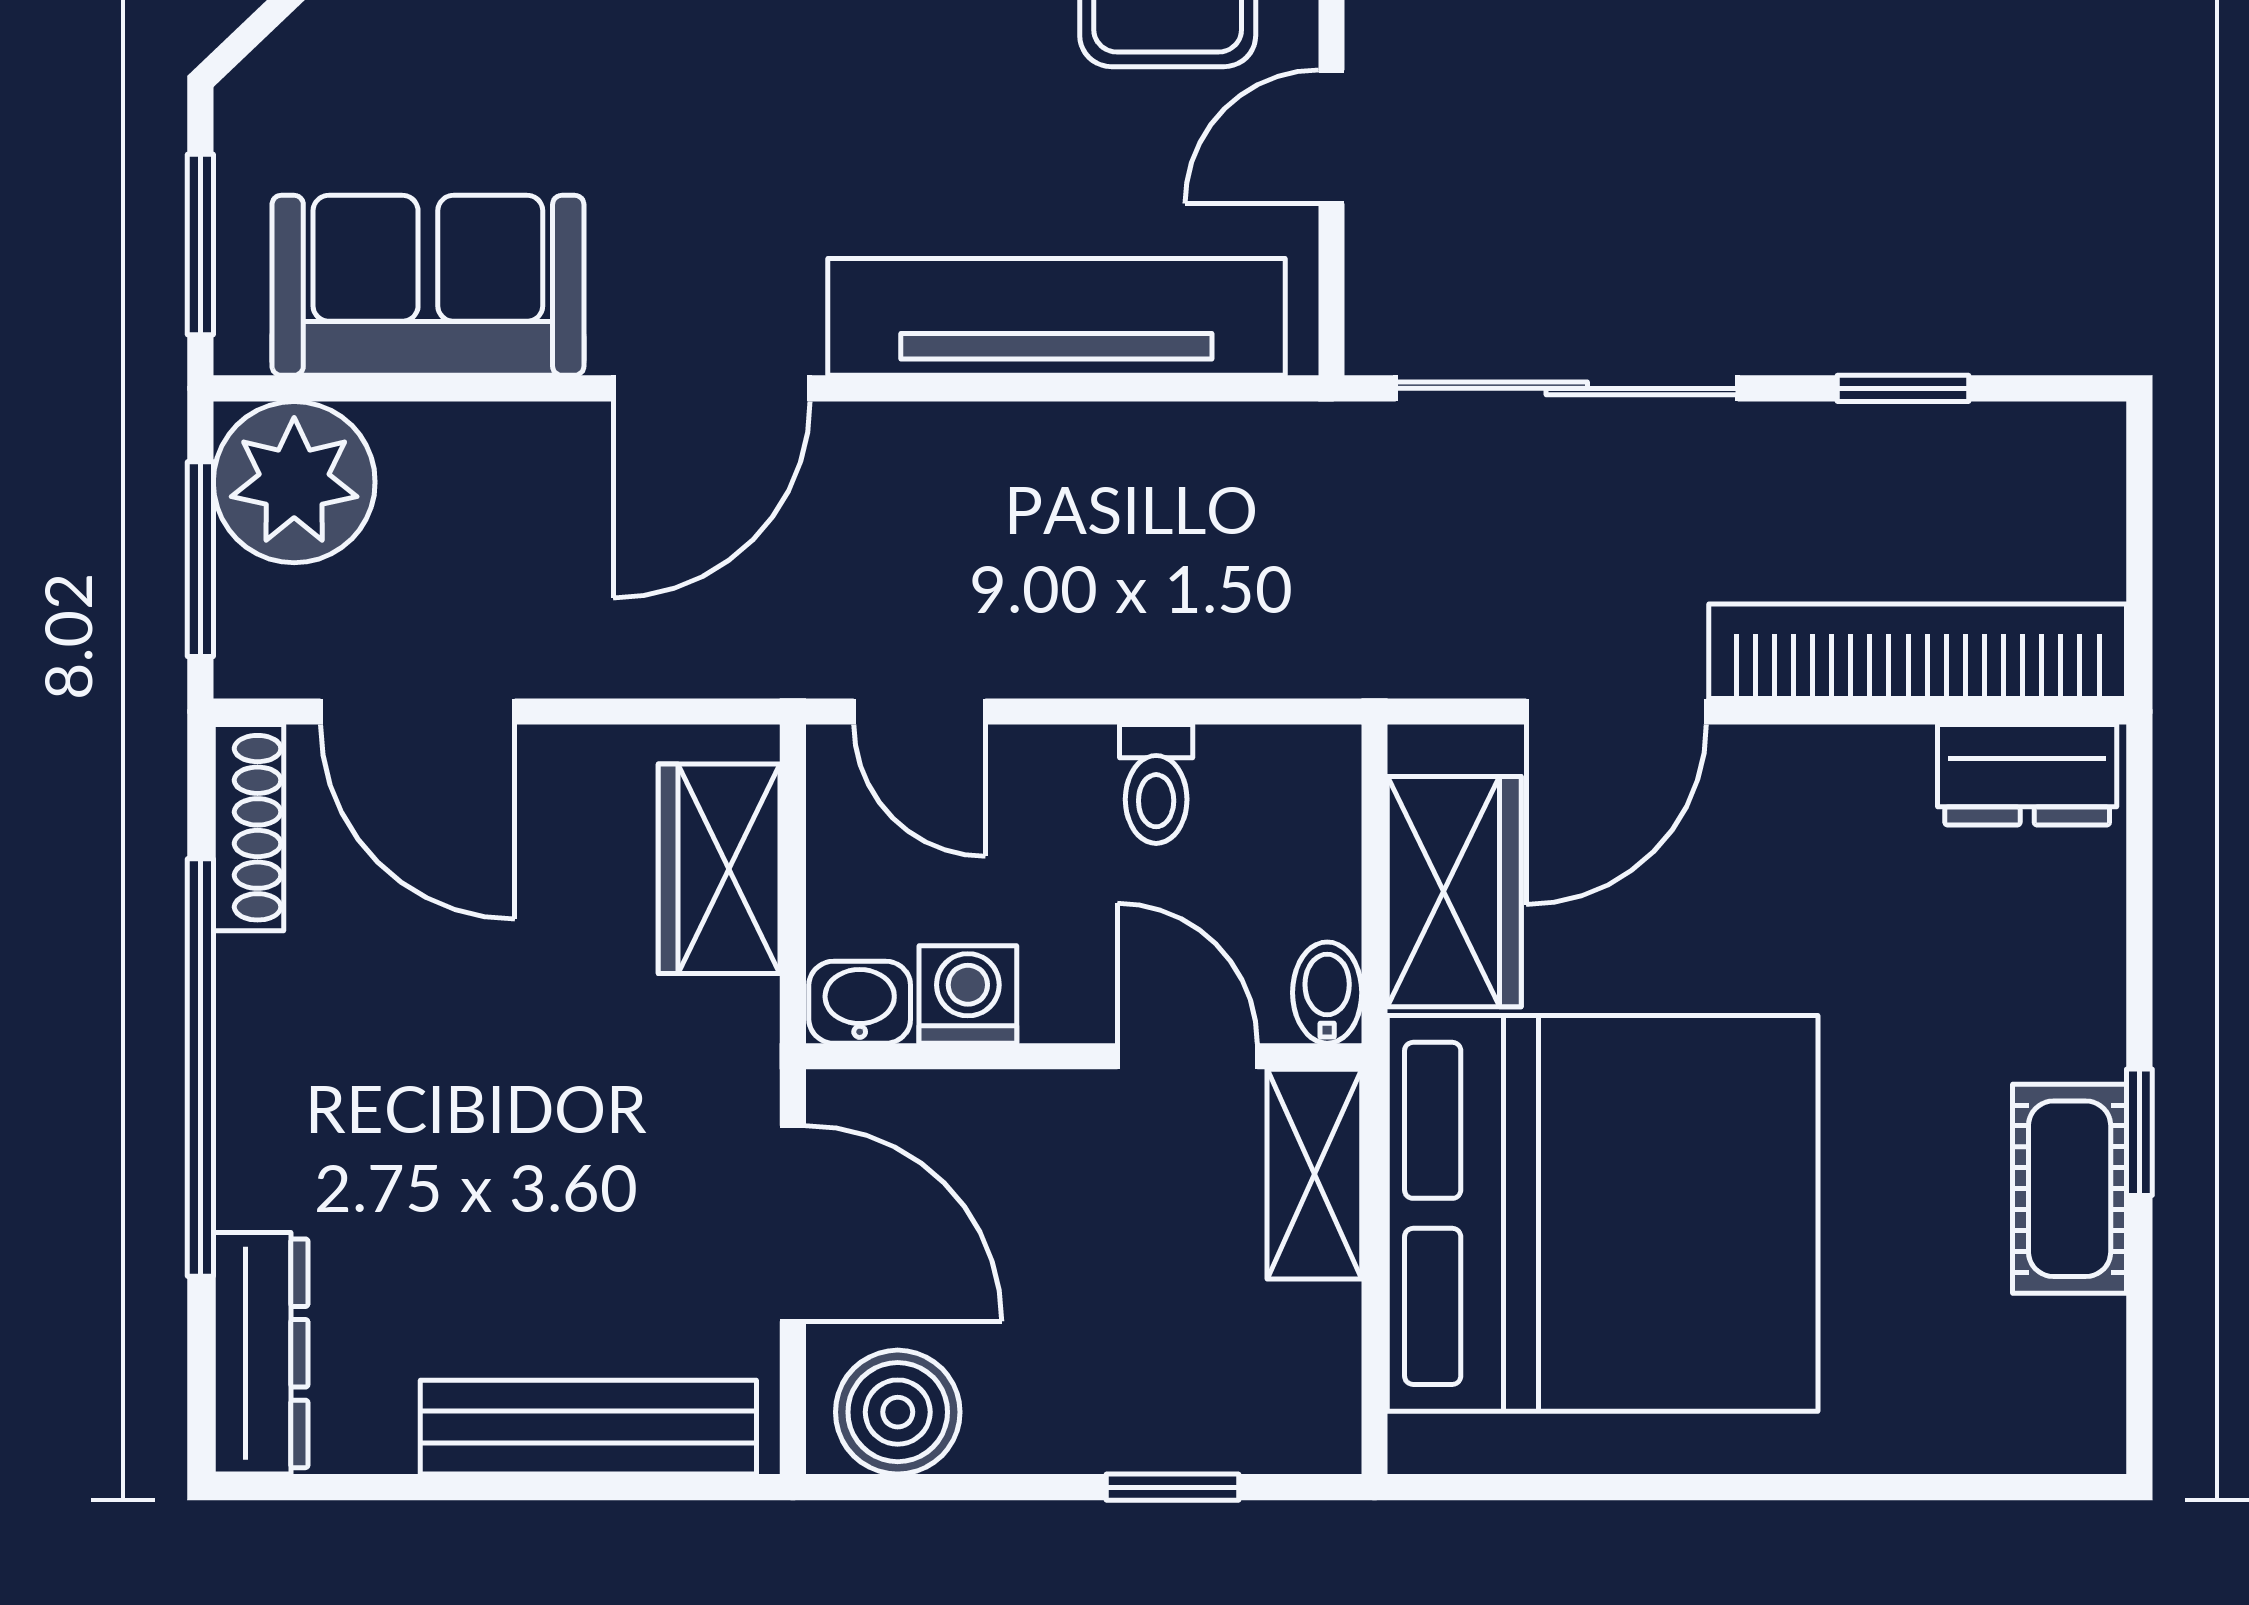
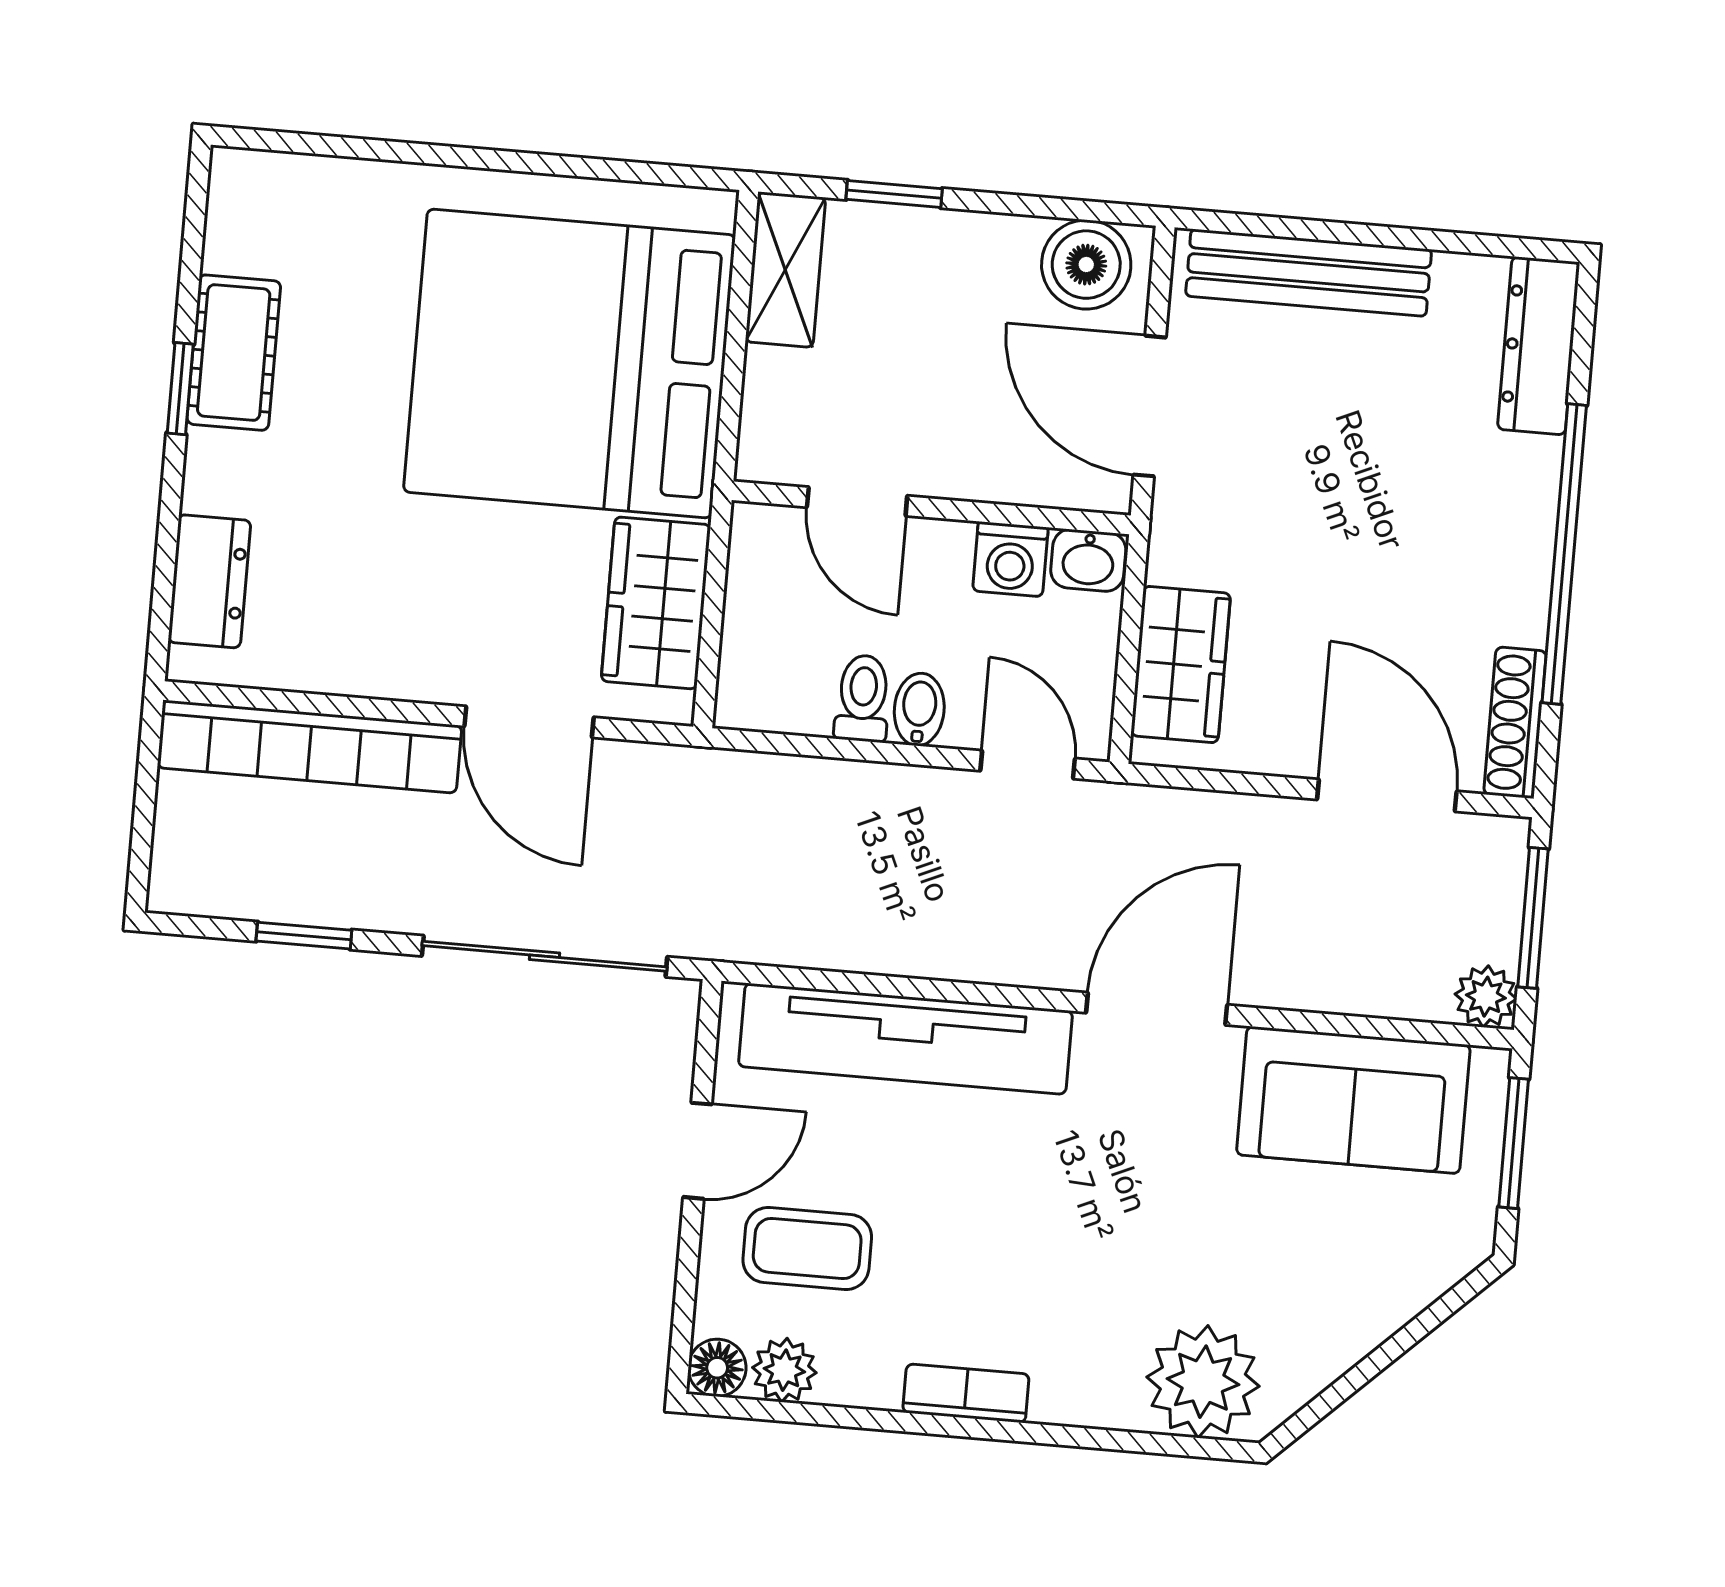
plant: (294, 482) -> (1486, 997), width x0.53, depth x0.53
door: (1616, 712) -> (529, 722), swing flipped
dresser: (2027, 775) -> (209, 581), moved, turned 90
bidet: (1327, 993) -> (919, 709), moved, turned 180
shelving: (1314, 1174) -> (785, 270), moved

